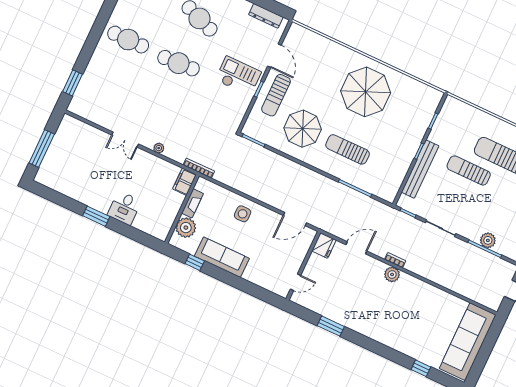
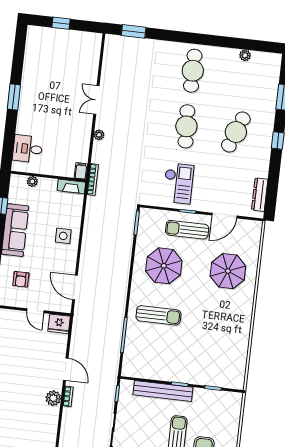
checkout: (238, 76) -> (178, 183), moved
parasol: (366, 92) -> (228, 271), moved, width x0.73, depth x0.73
window: (42, 149) -> (61, 23), width x0.46
sun lounger: (348, 149) -> (158, 315), turned 90
filing cabinet: (185, 182) -> (81, 171), width x0.50
fireplace: (192, 203) -> (71, 186), moved
desk: (124, 208) -> (28, 149), moved
plant: (186, 228) -> (32, 181), width x0.53, depth x0.53
door: (356, 248) -> (66, 369), moved
armchair: (270, 267) -> (21, 279), added
door: (296, 282) -> (35, 311), moved

